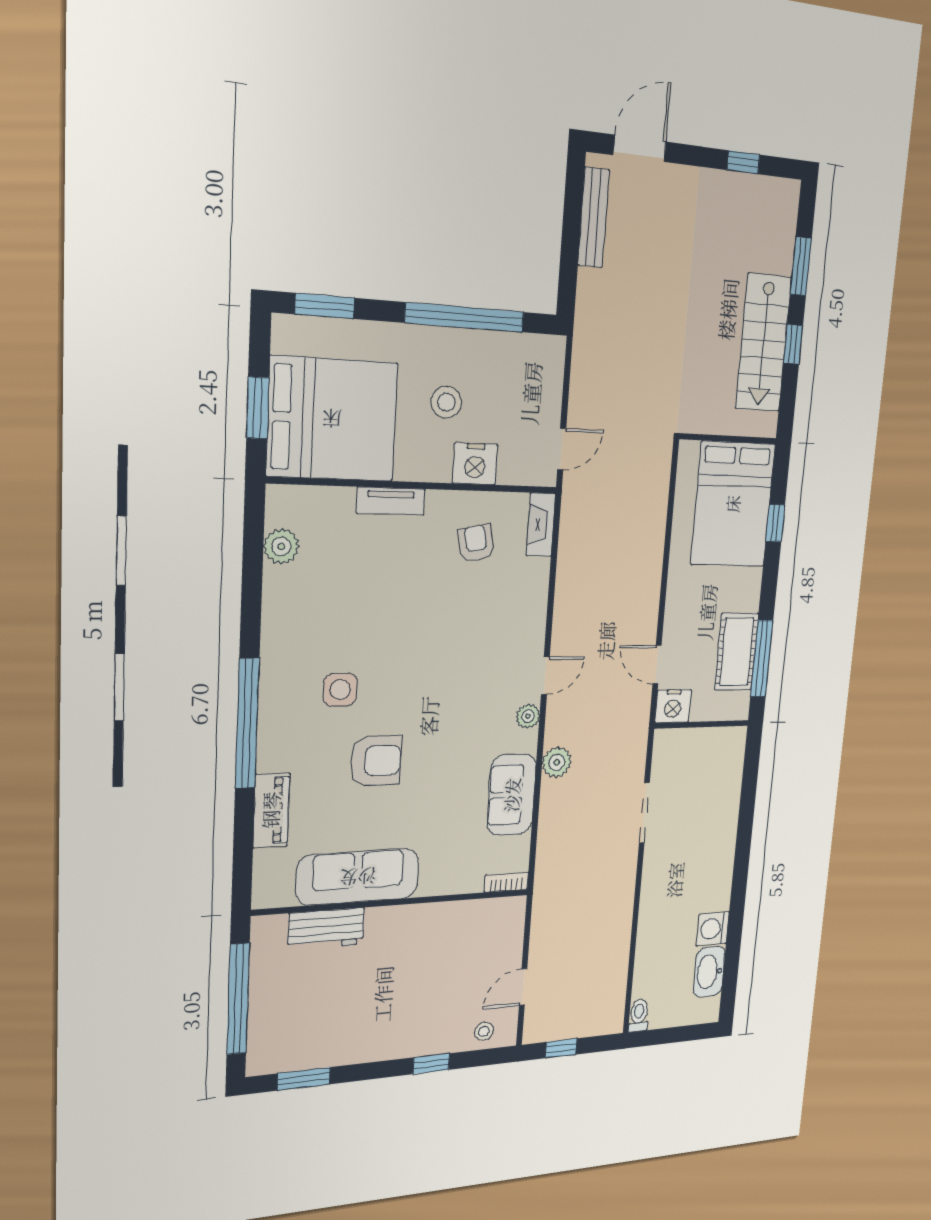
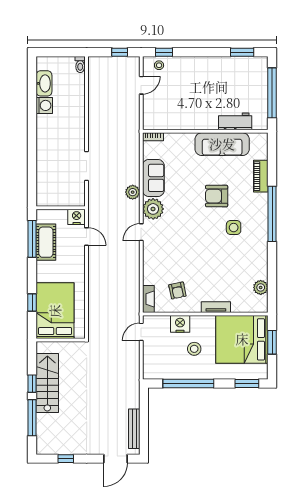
window: (801, 266) -> (32, 418), width x1.44
plant: (528, 716) -> (153, 209), width x1.88, depth x1.88
window: (431, 1064) -> (164, 52), moved

